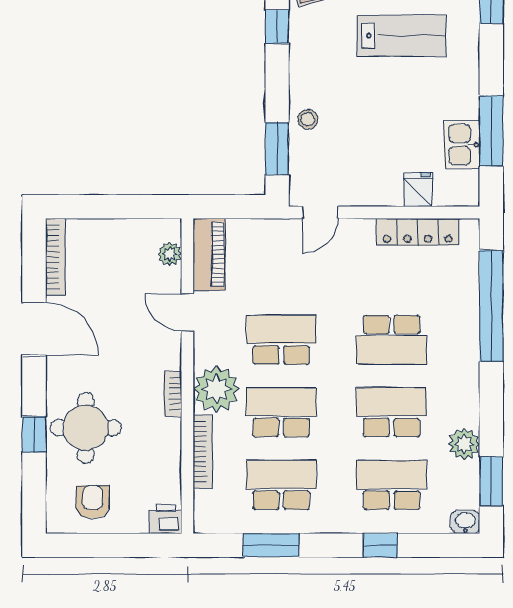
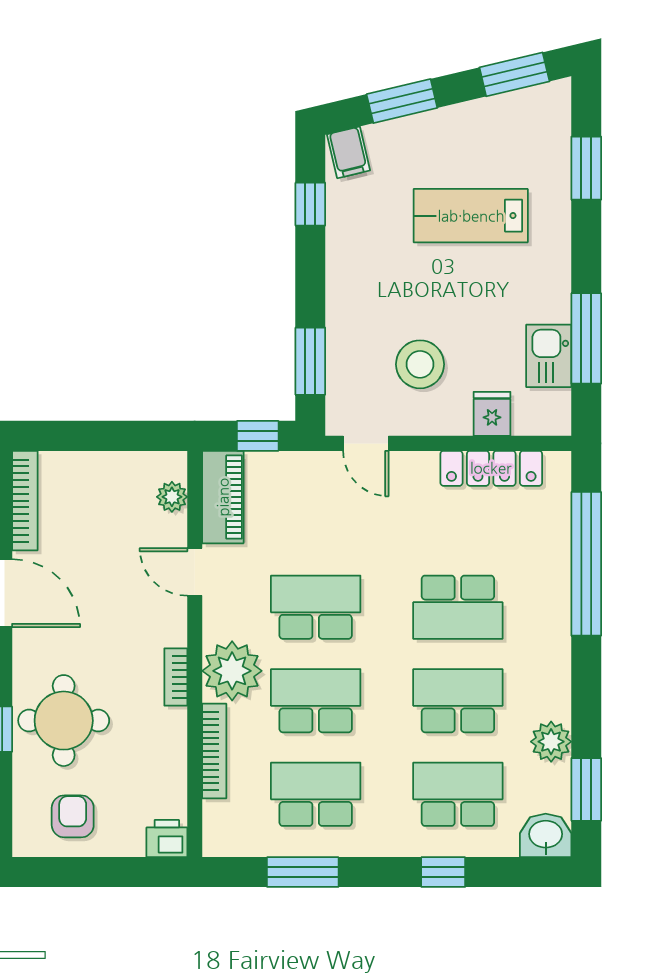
lab bench: (402, 36) -> (471, 216), turned 180
stool: (308, 119) -> (420, 364), moved, width x1.89, depth x1.89
window: (236, 207) -> (258, 436), added
door: (320, 212) -> (366, 443), hinge flipped
washbasin: (465, 522) -> (546, 835), width x1.38, depth x1.45

